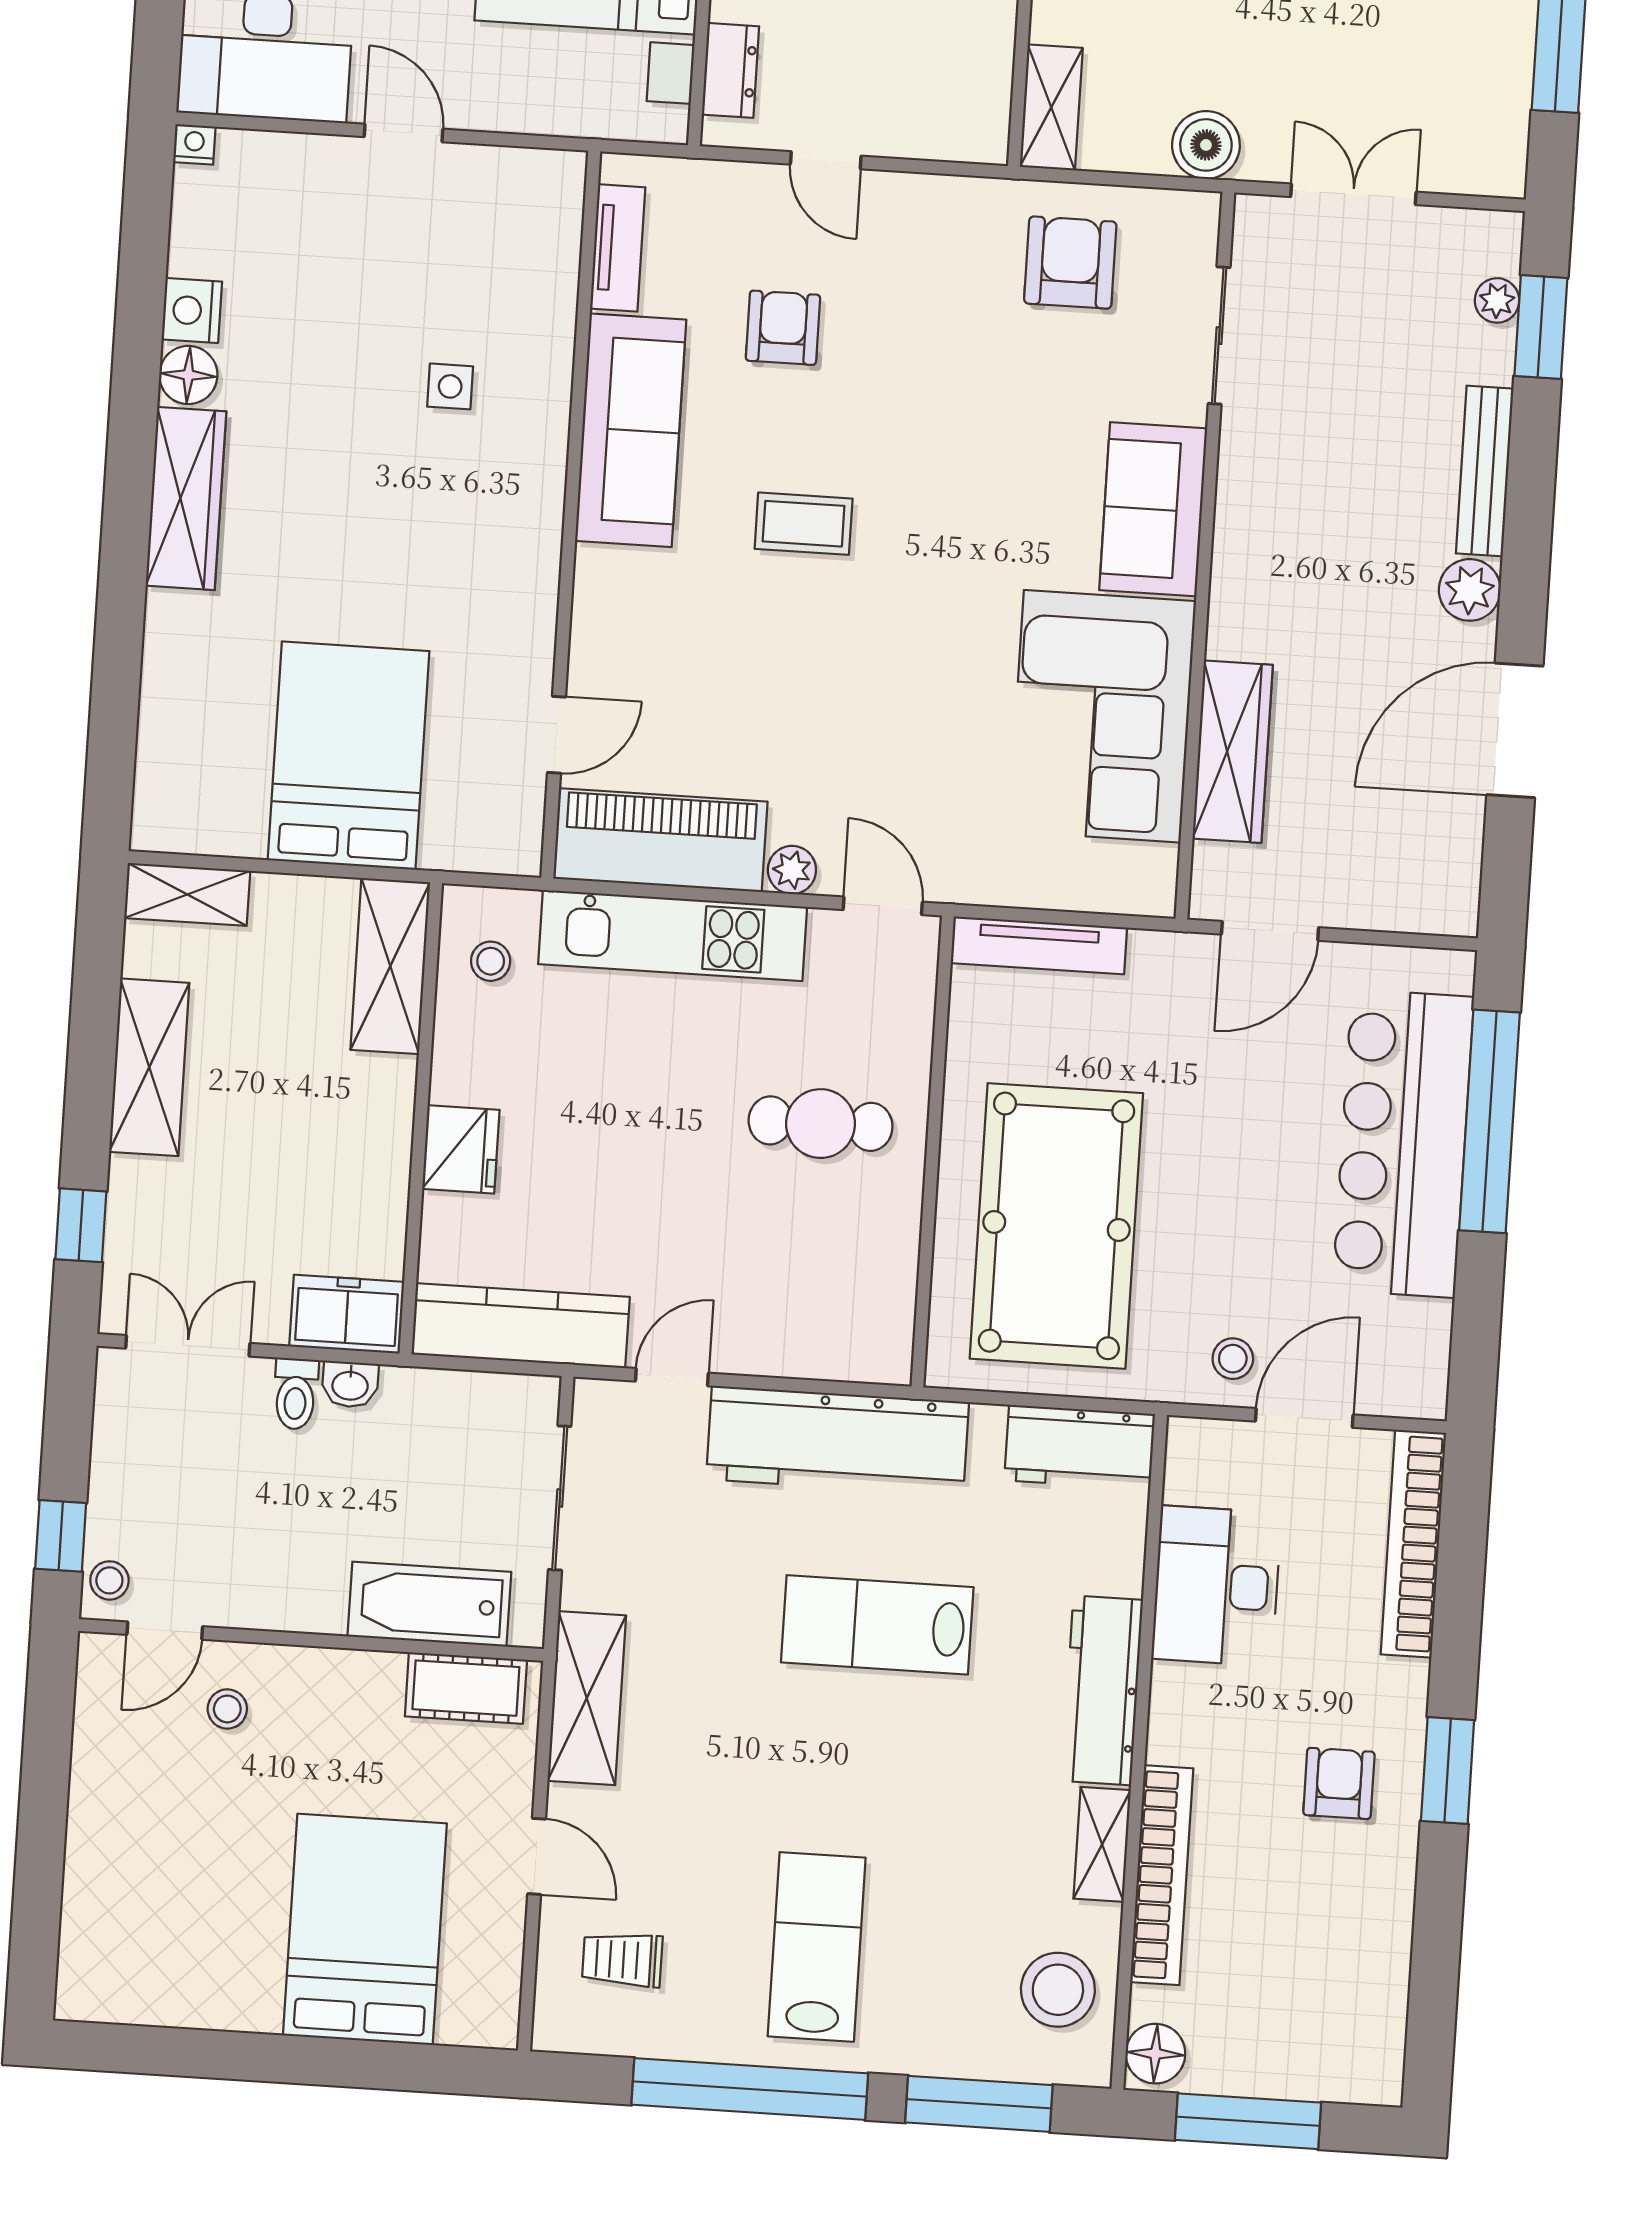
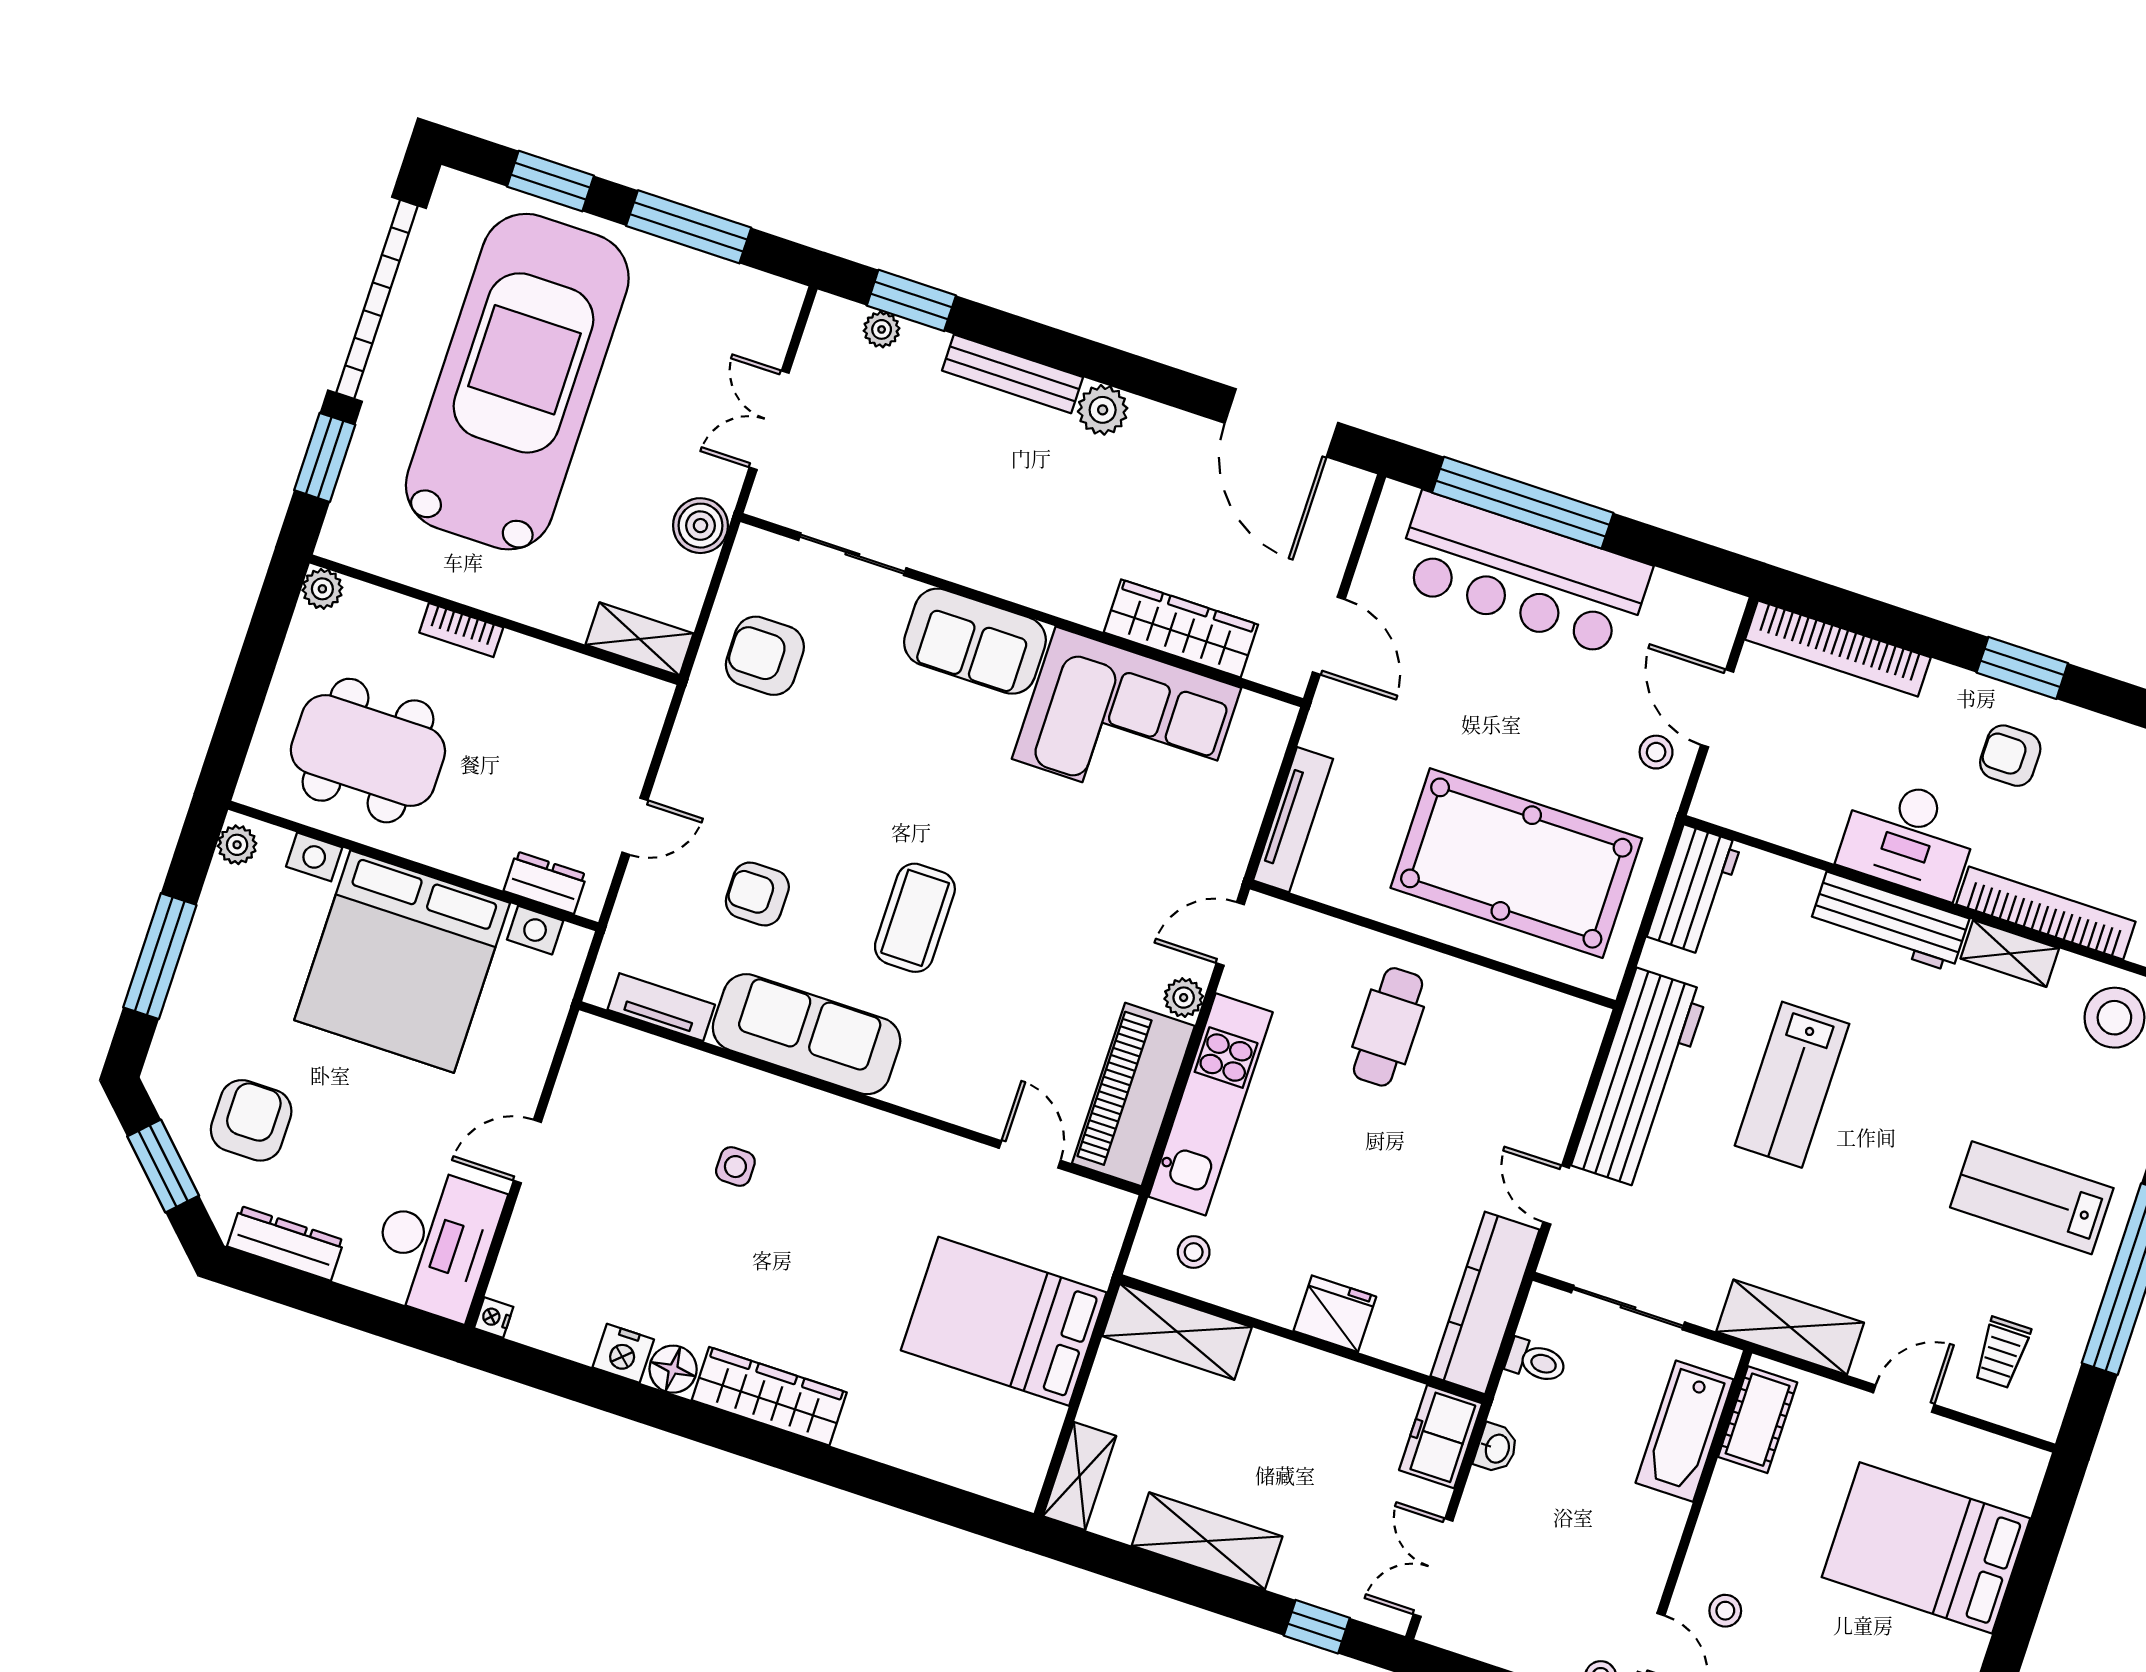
coffee table: (804, 524) -> (915, 918), width x1.36, depth x1.30
door: (1515, 730) -> (1281, 423), moved
toilet: (296, 1394) -> (1536, 1361), moved
desk: (1216, 1586) -> (1909, 837), moved

